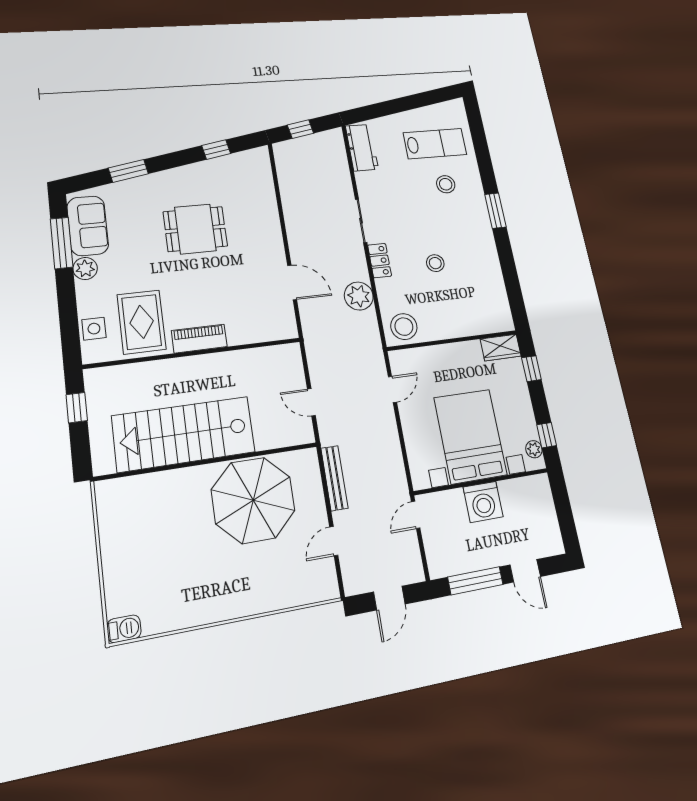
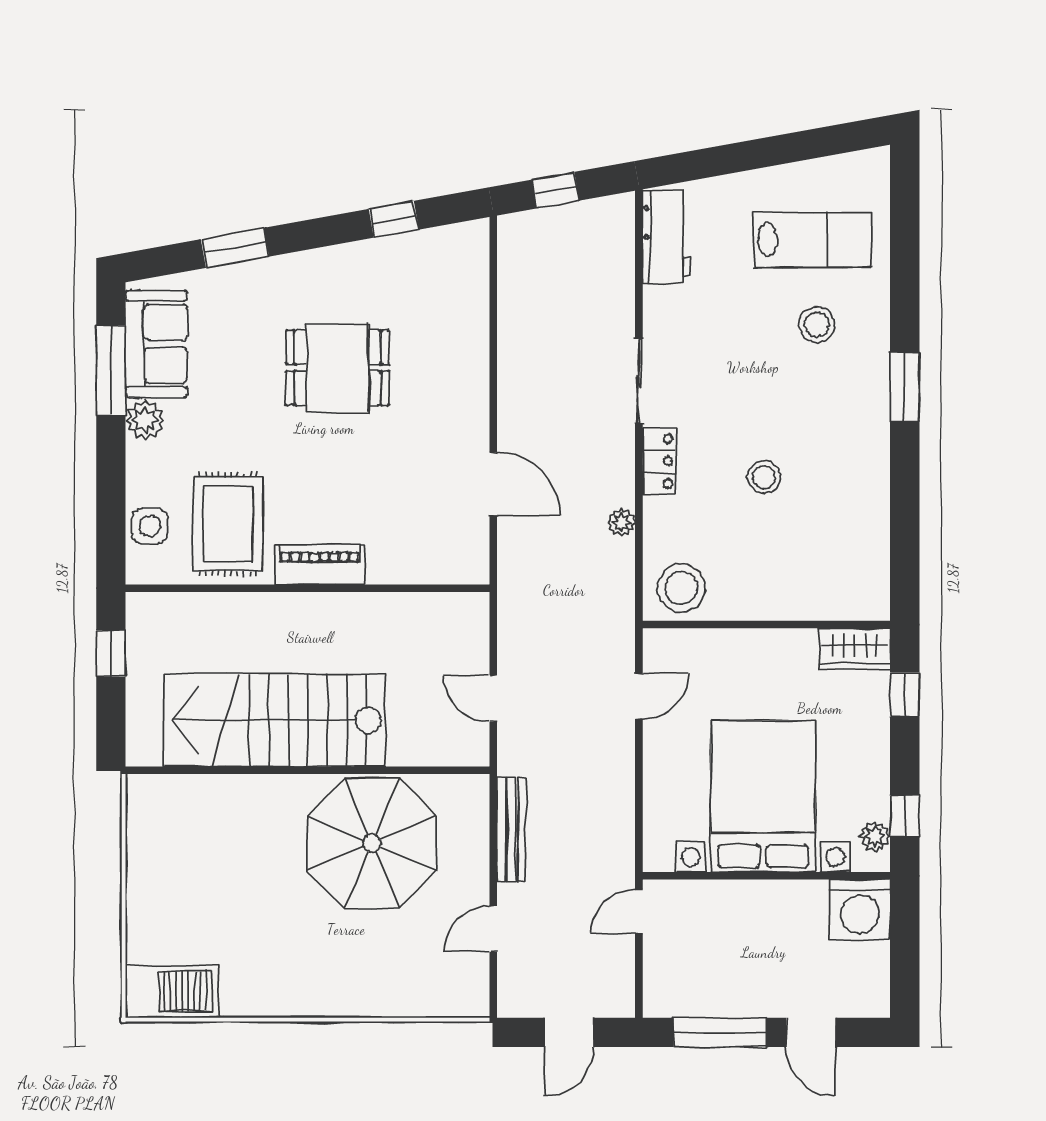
plant: (359, 296) -> (621, 522), width x0.53, depth x0.53
washing machine: (483, 502) -> (860, 910), moved
barbecue: (124, 629) -> (171, 991), width x1.88, depth x1.53

